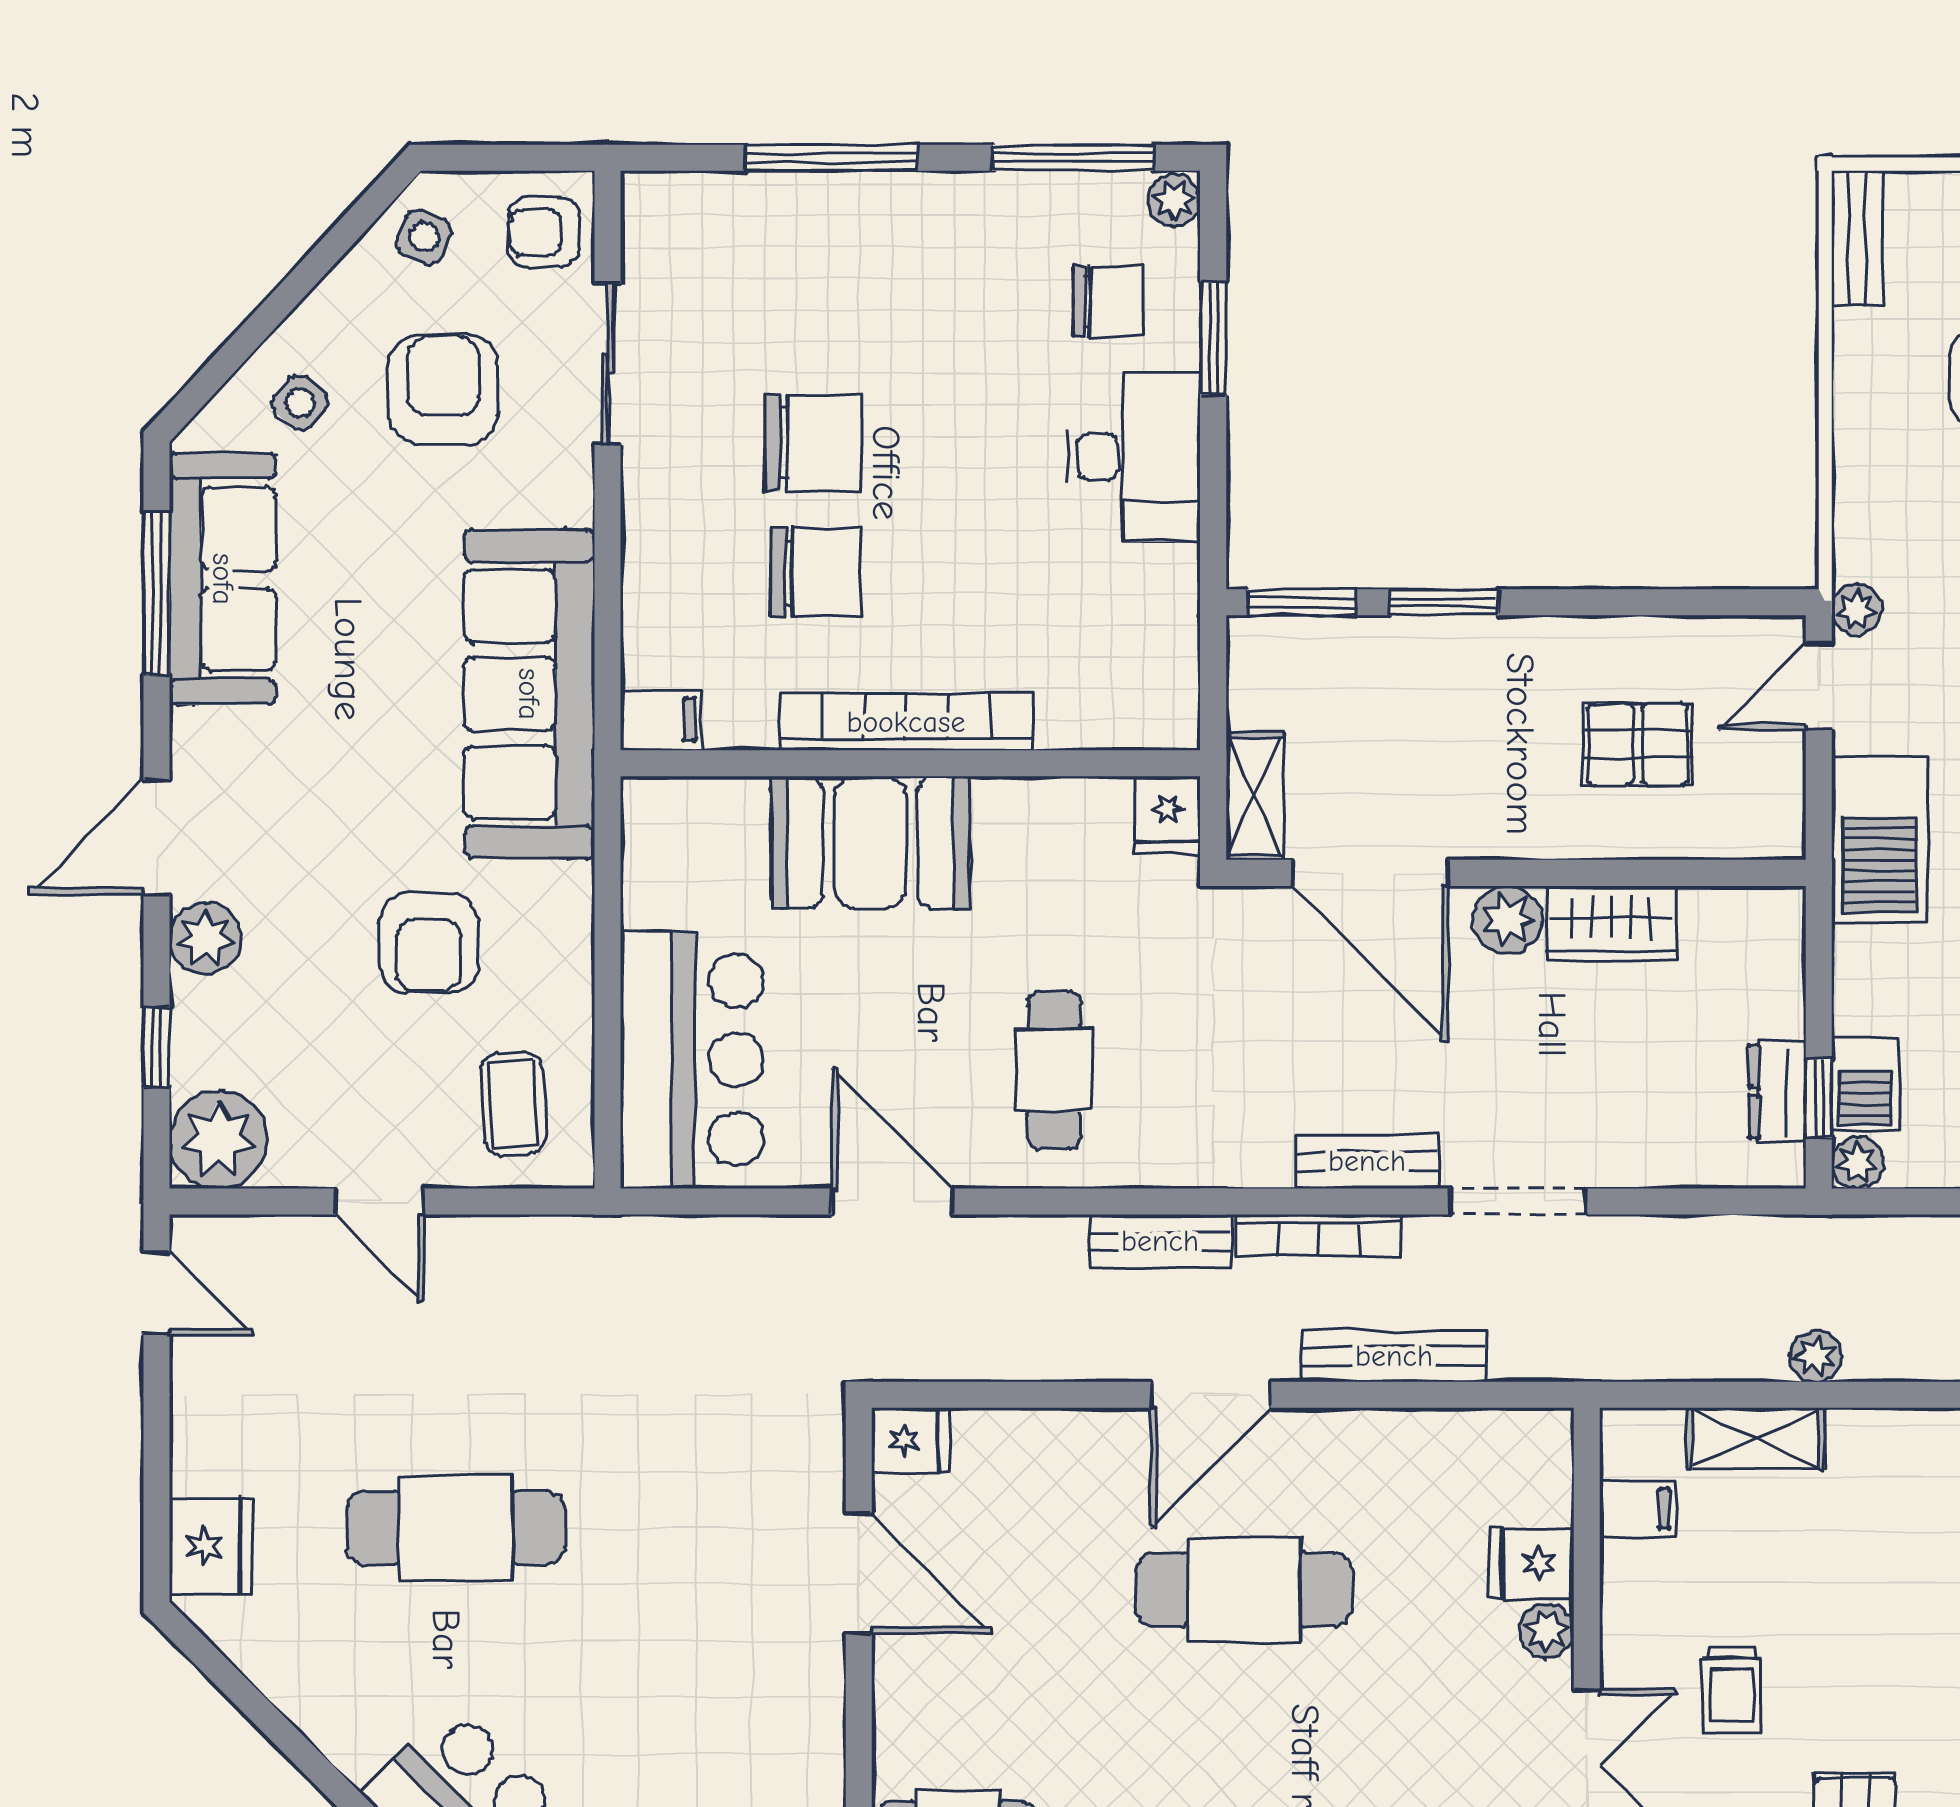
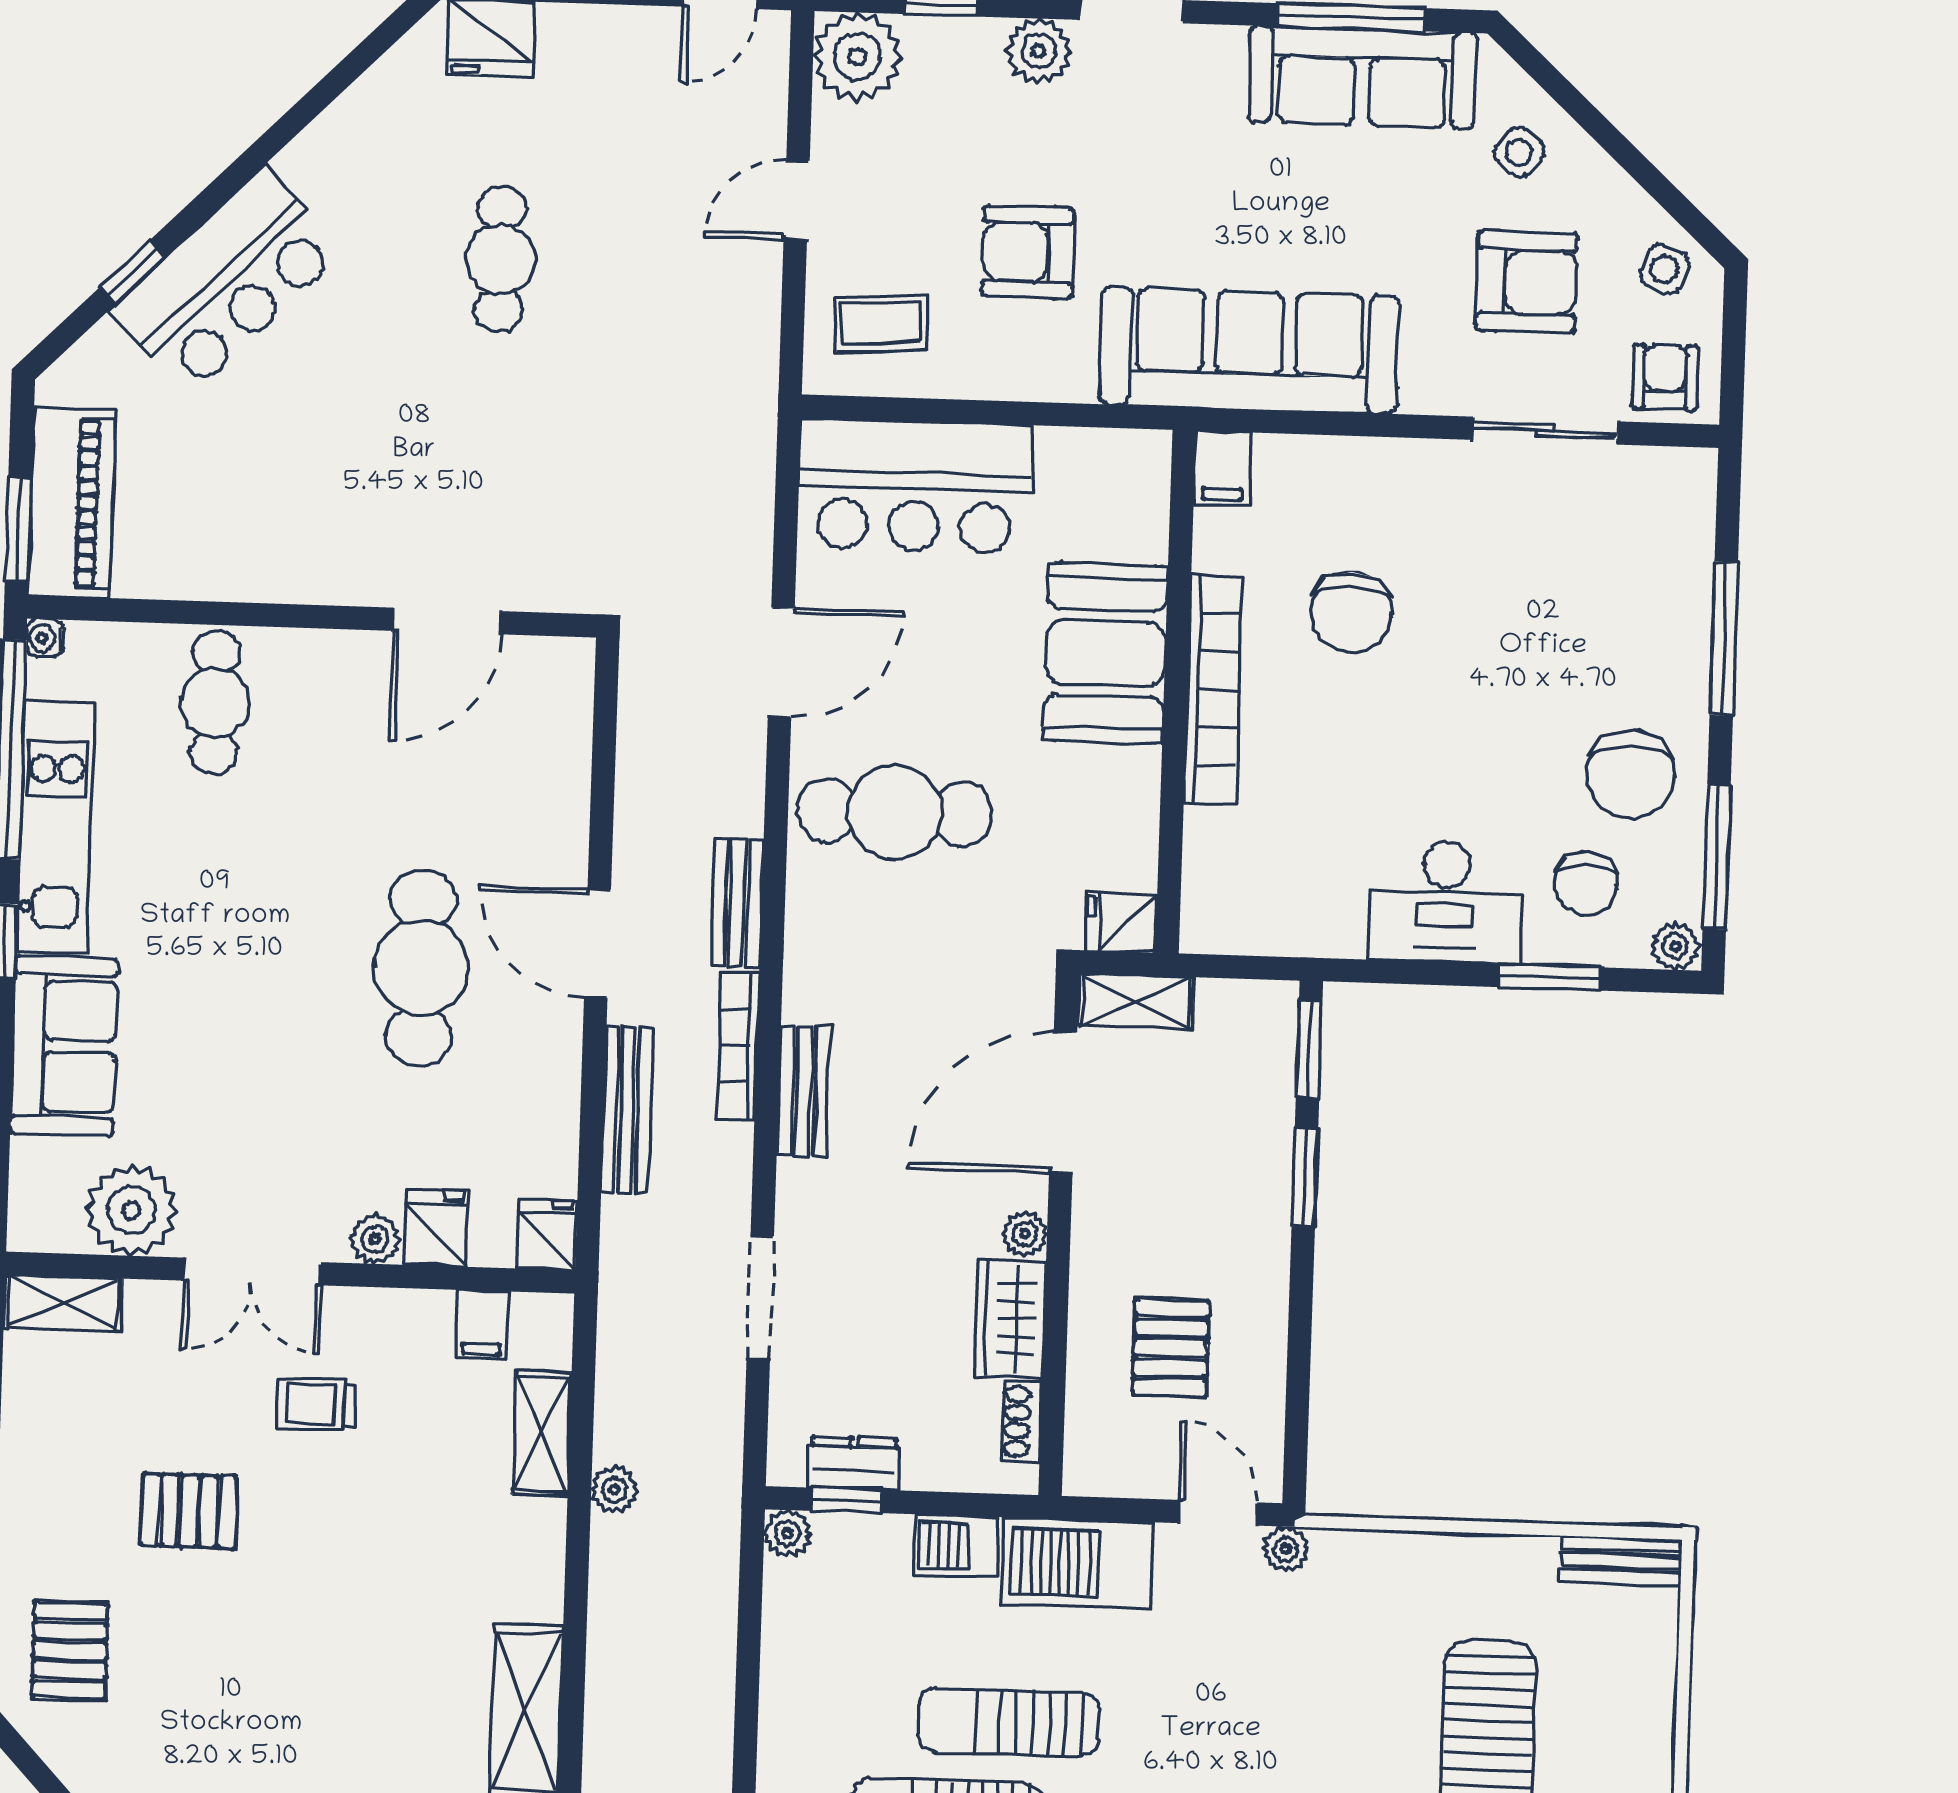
chair: (813, 443) -> (1631, 774), moved
shoe rack: (1725, 907) -> (1022, 1422), added
plant: (1507, 920) -> (1025, 1234), width x0.73, depth x0.73
cafe table: (1054, 1070) -> (895, 812), width x1.37, depth x1.35
barbecue: (1865, 1085) -> (956, 1546), moved
doorway: (1518, 1201) -> (760, 1298), moved
fridge: (910, 1440) -> (547, 1235), moved, turned 180
cafe table: (456, 1528) -> (500, 259), width x0.73, depth x0.74

